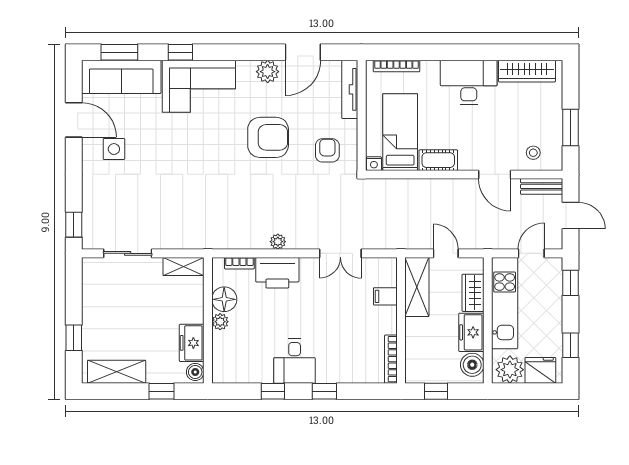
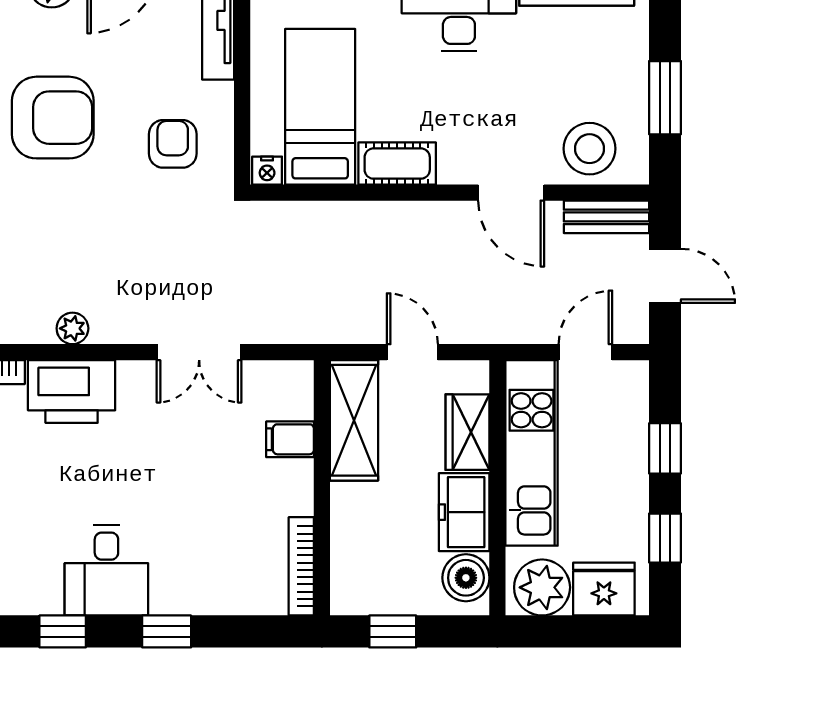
stool: (533, 153) -> (590, 149), width x1.89, depth x1.89
window: (571, 283) -> (665, 448), moved

